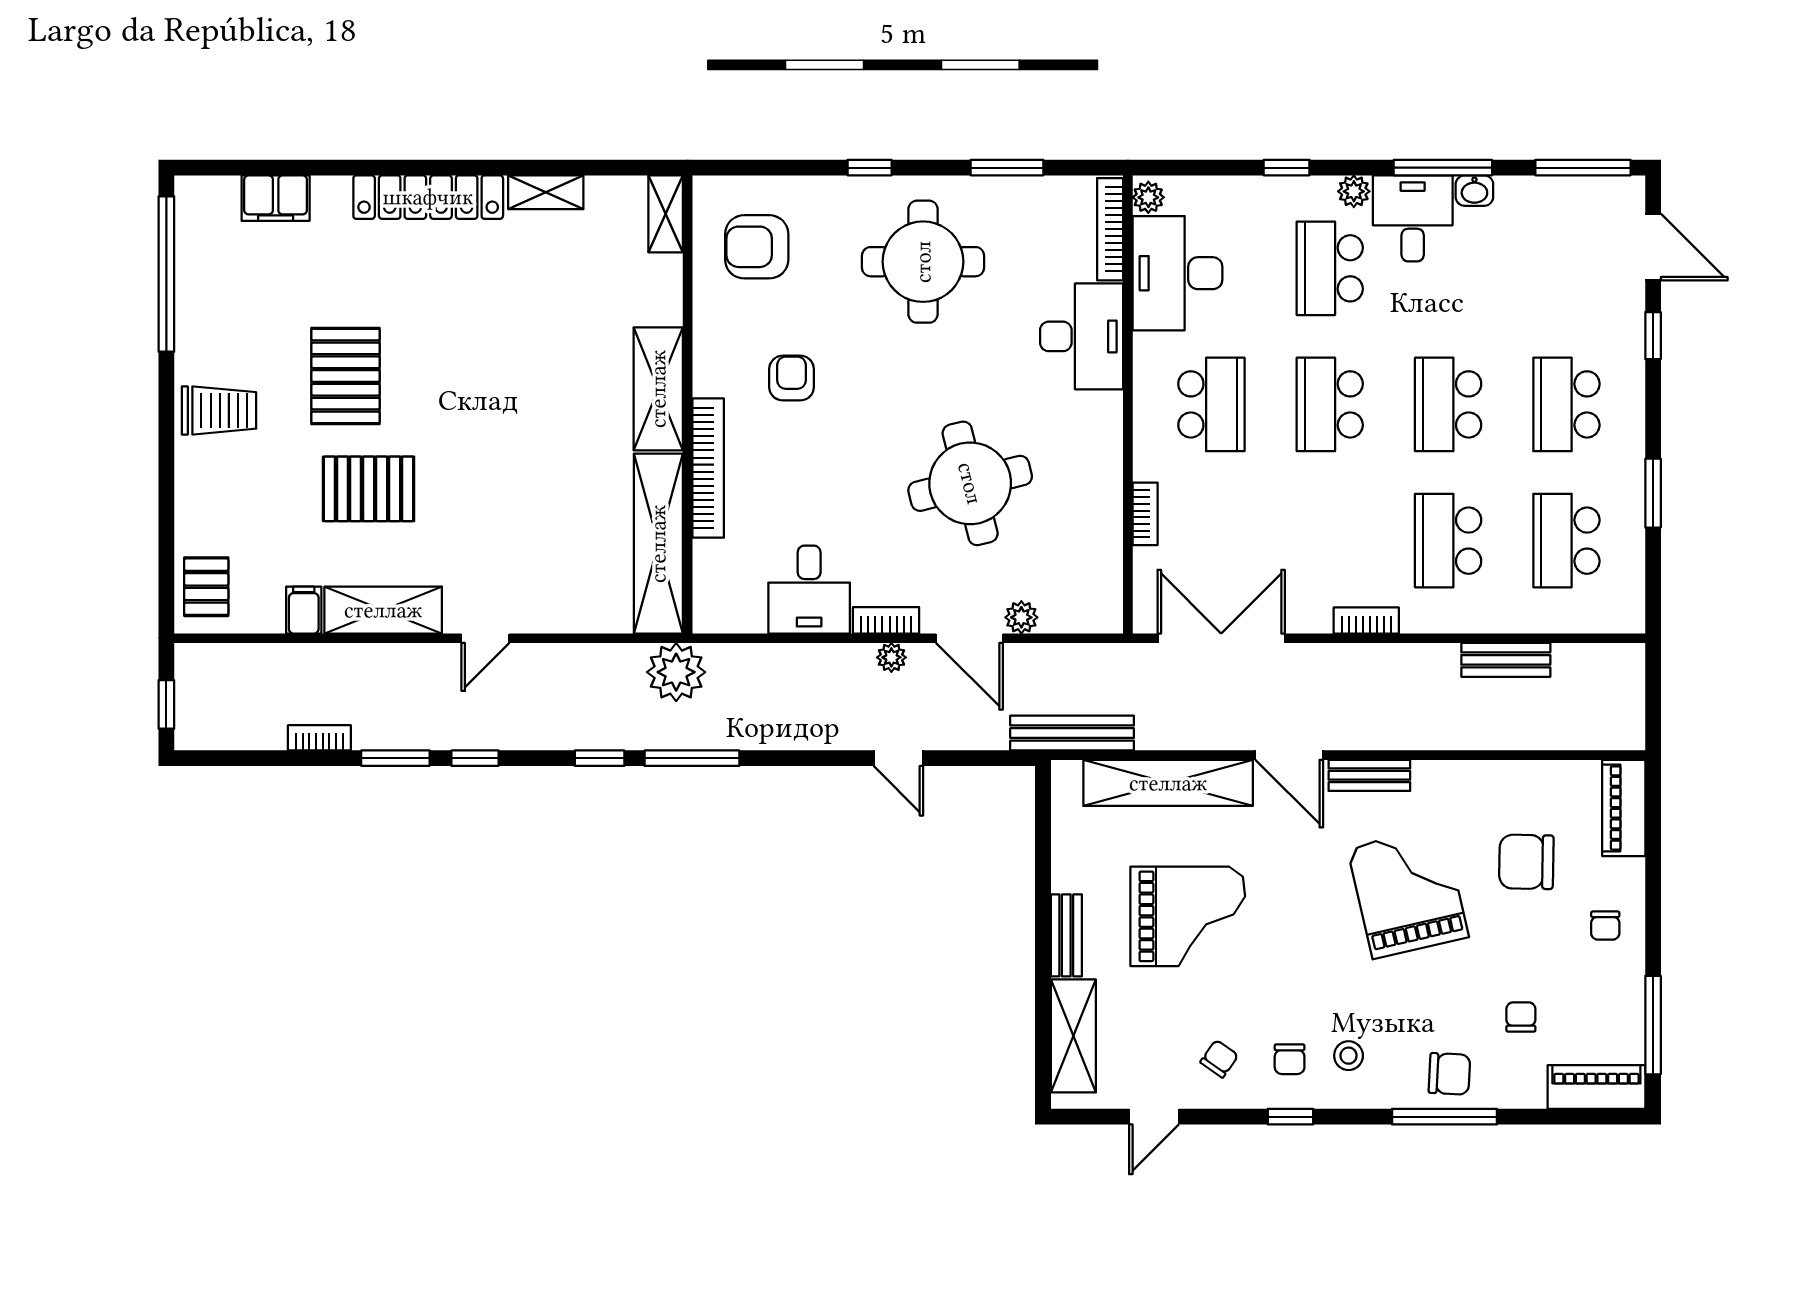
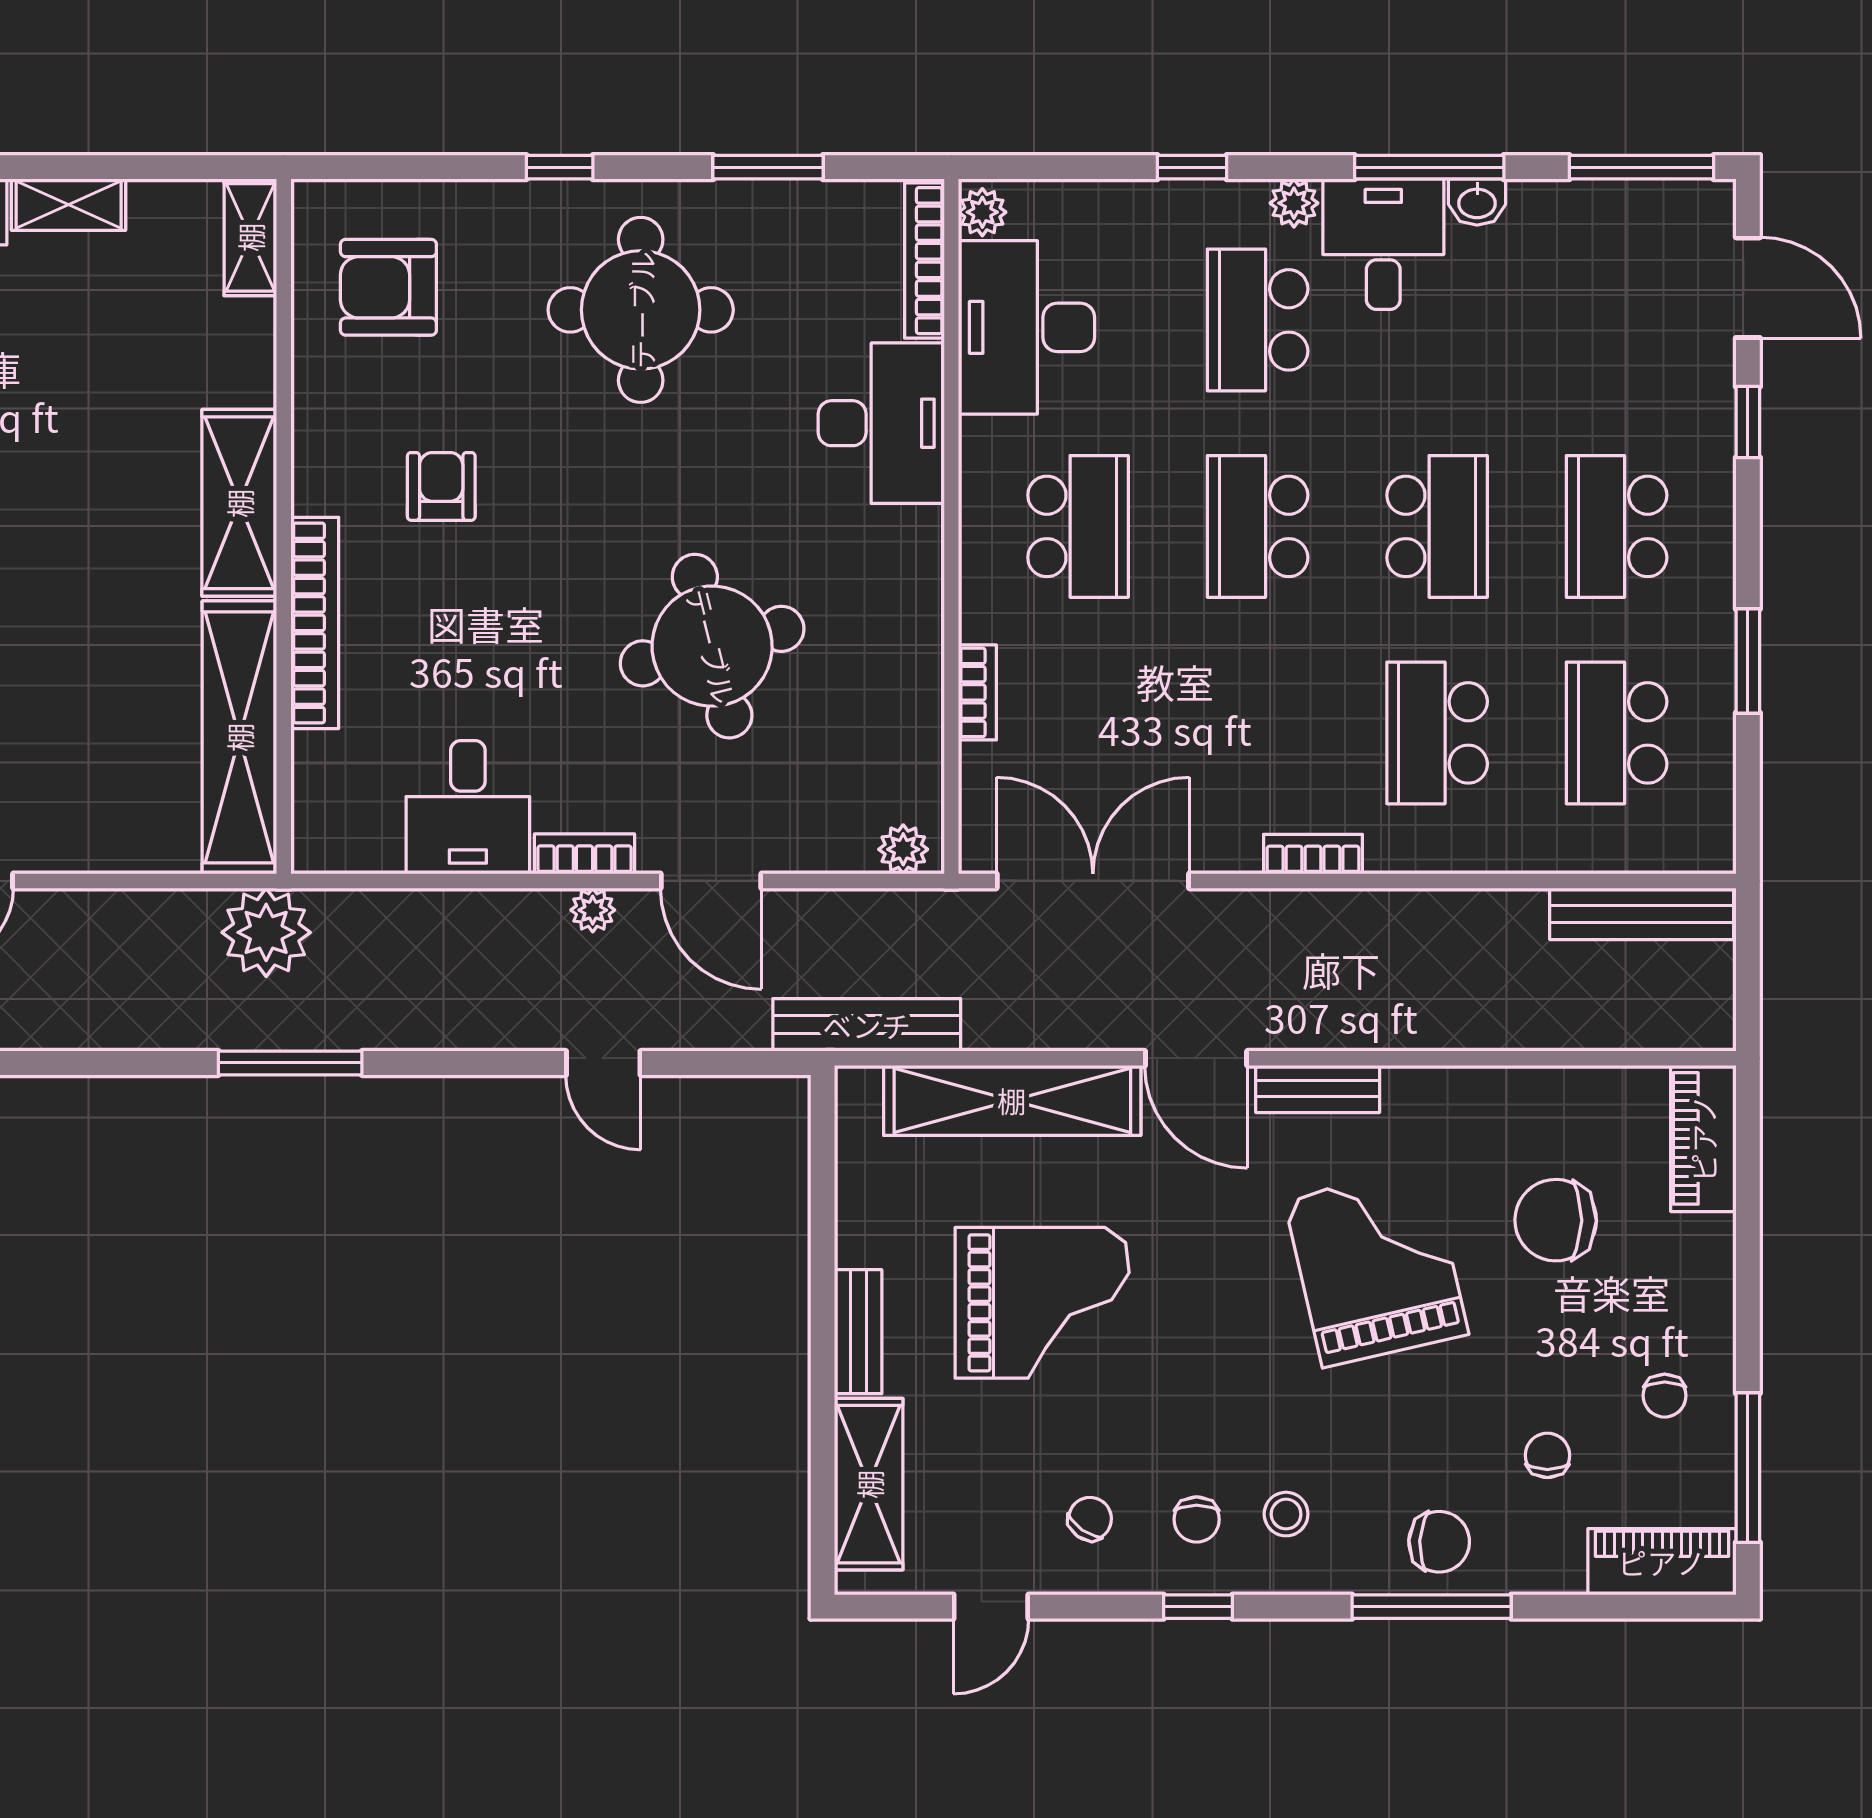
school desk: (1448, 404) -> (1437, 526), turned 180
plant: (1021, 617) -> (903, 849), moved
bench: (1506, 660) -> (1642, 914), moved, width x1.36
window: (600, 758) -> (150, 1063), removed
chair: (1605, 926) -> (1665, 1396), moved

